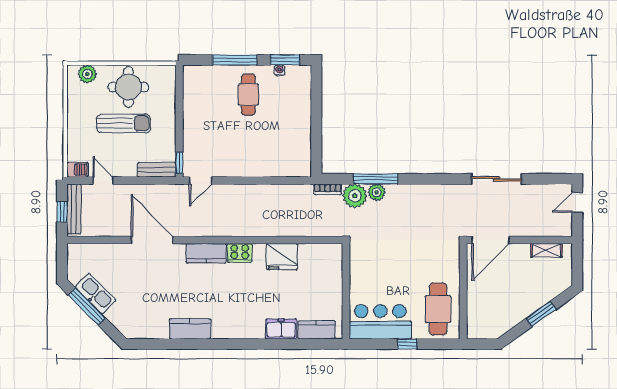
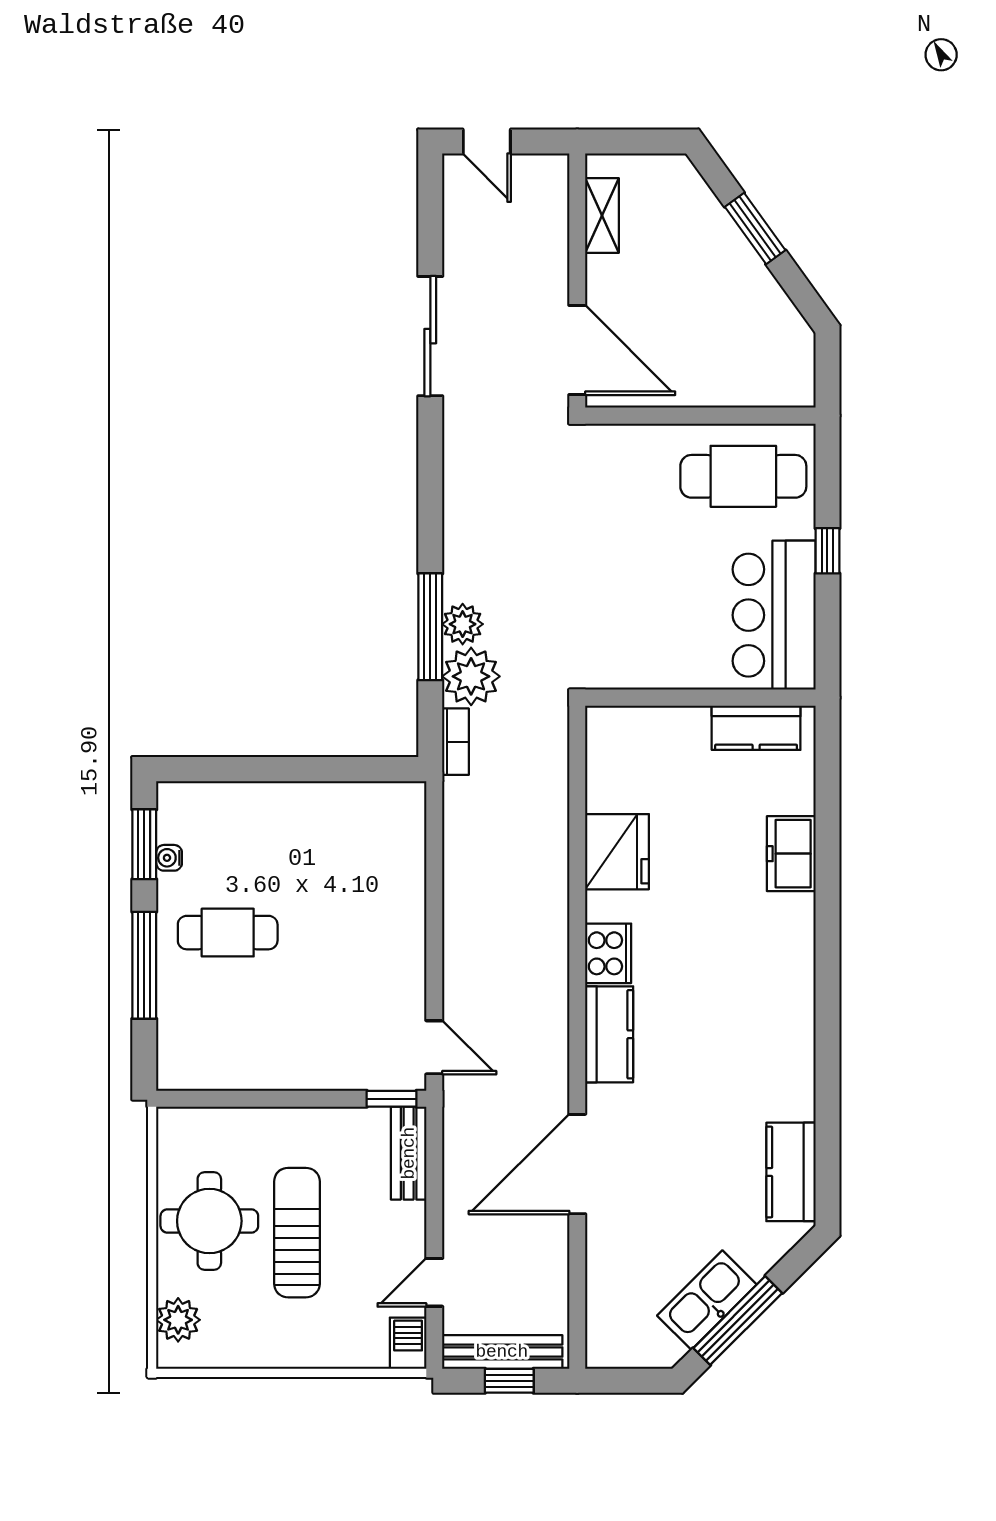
kitchen counter: (190, 329) -> (791, 1172), moved
kitchen counter: (317, 330) -> (756, 728), moved, turned -90

